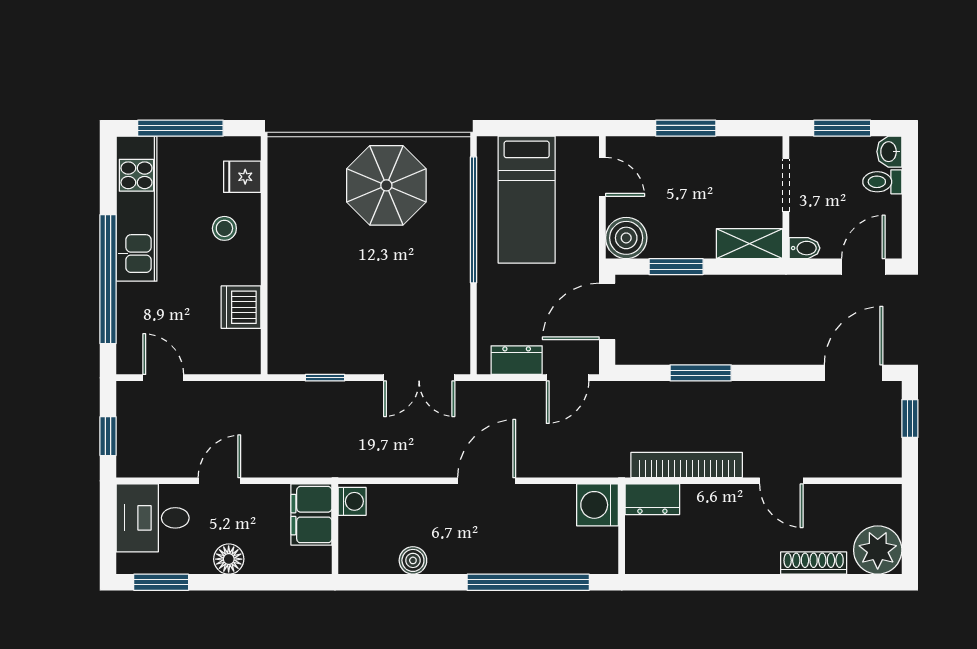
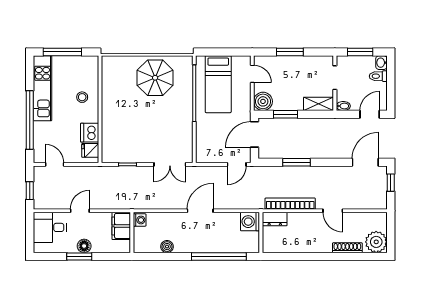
fridge: (242, 177) -> (90, 150), moved
dresser: (517, 360) -> (214, 156), removed
window: (161, 582) -> (79, 256), moved

